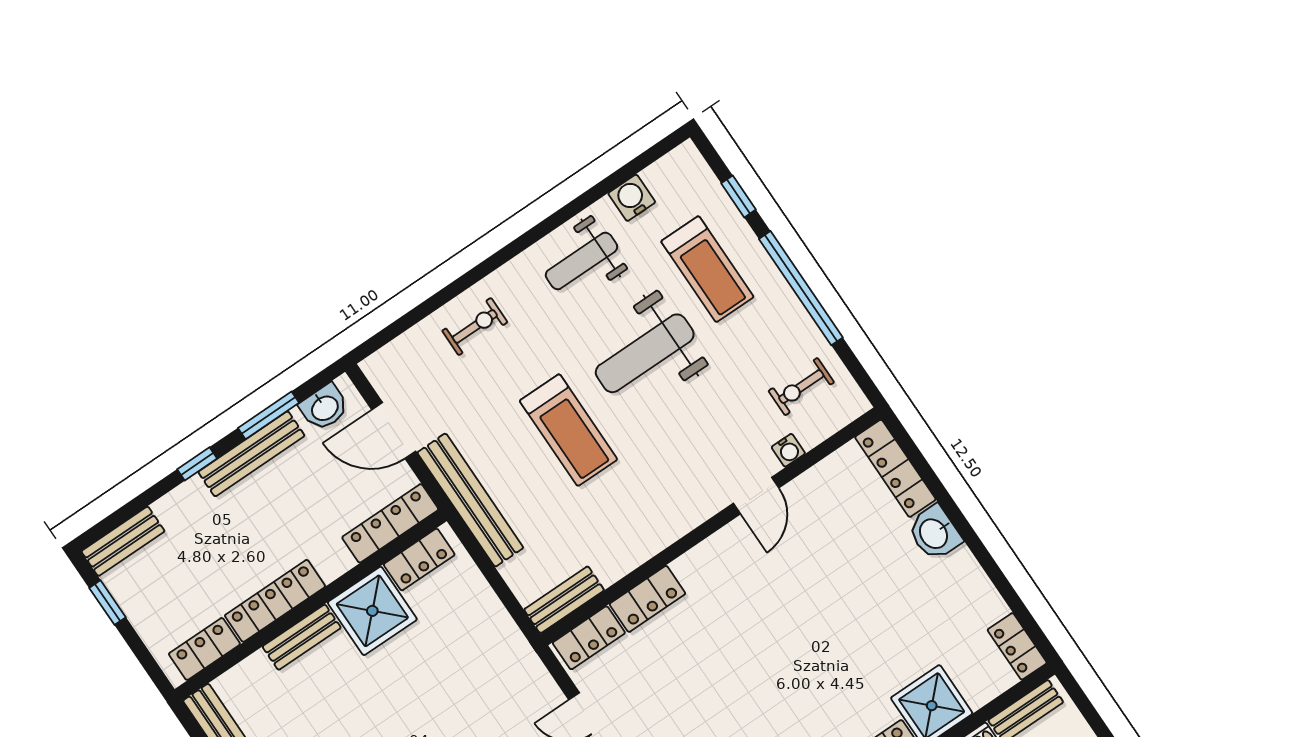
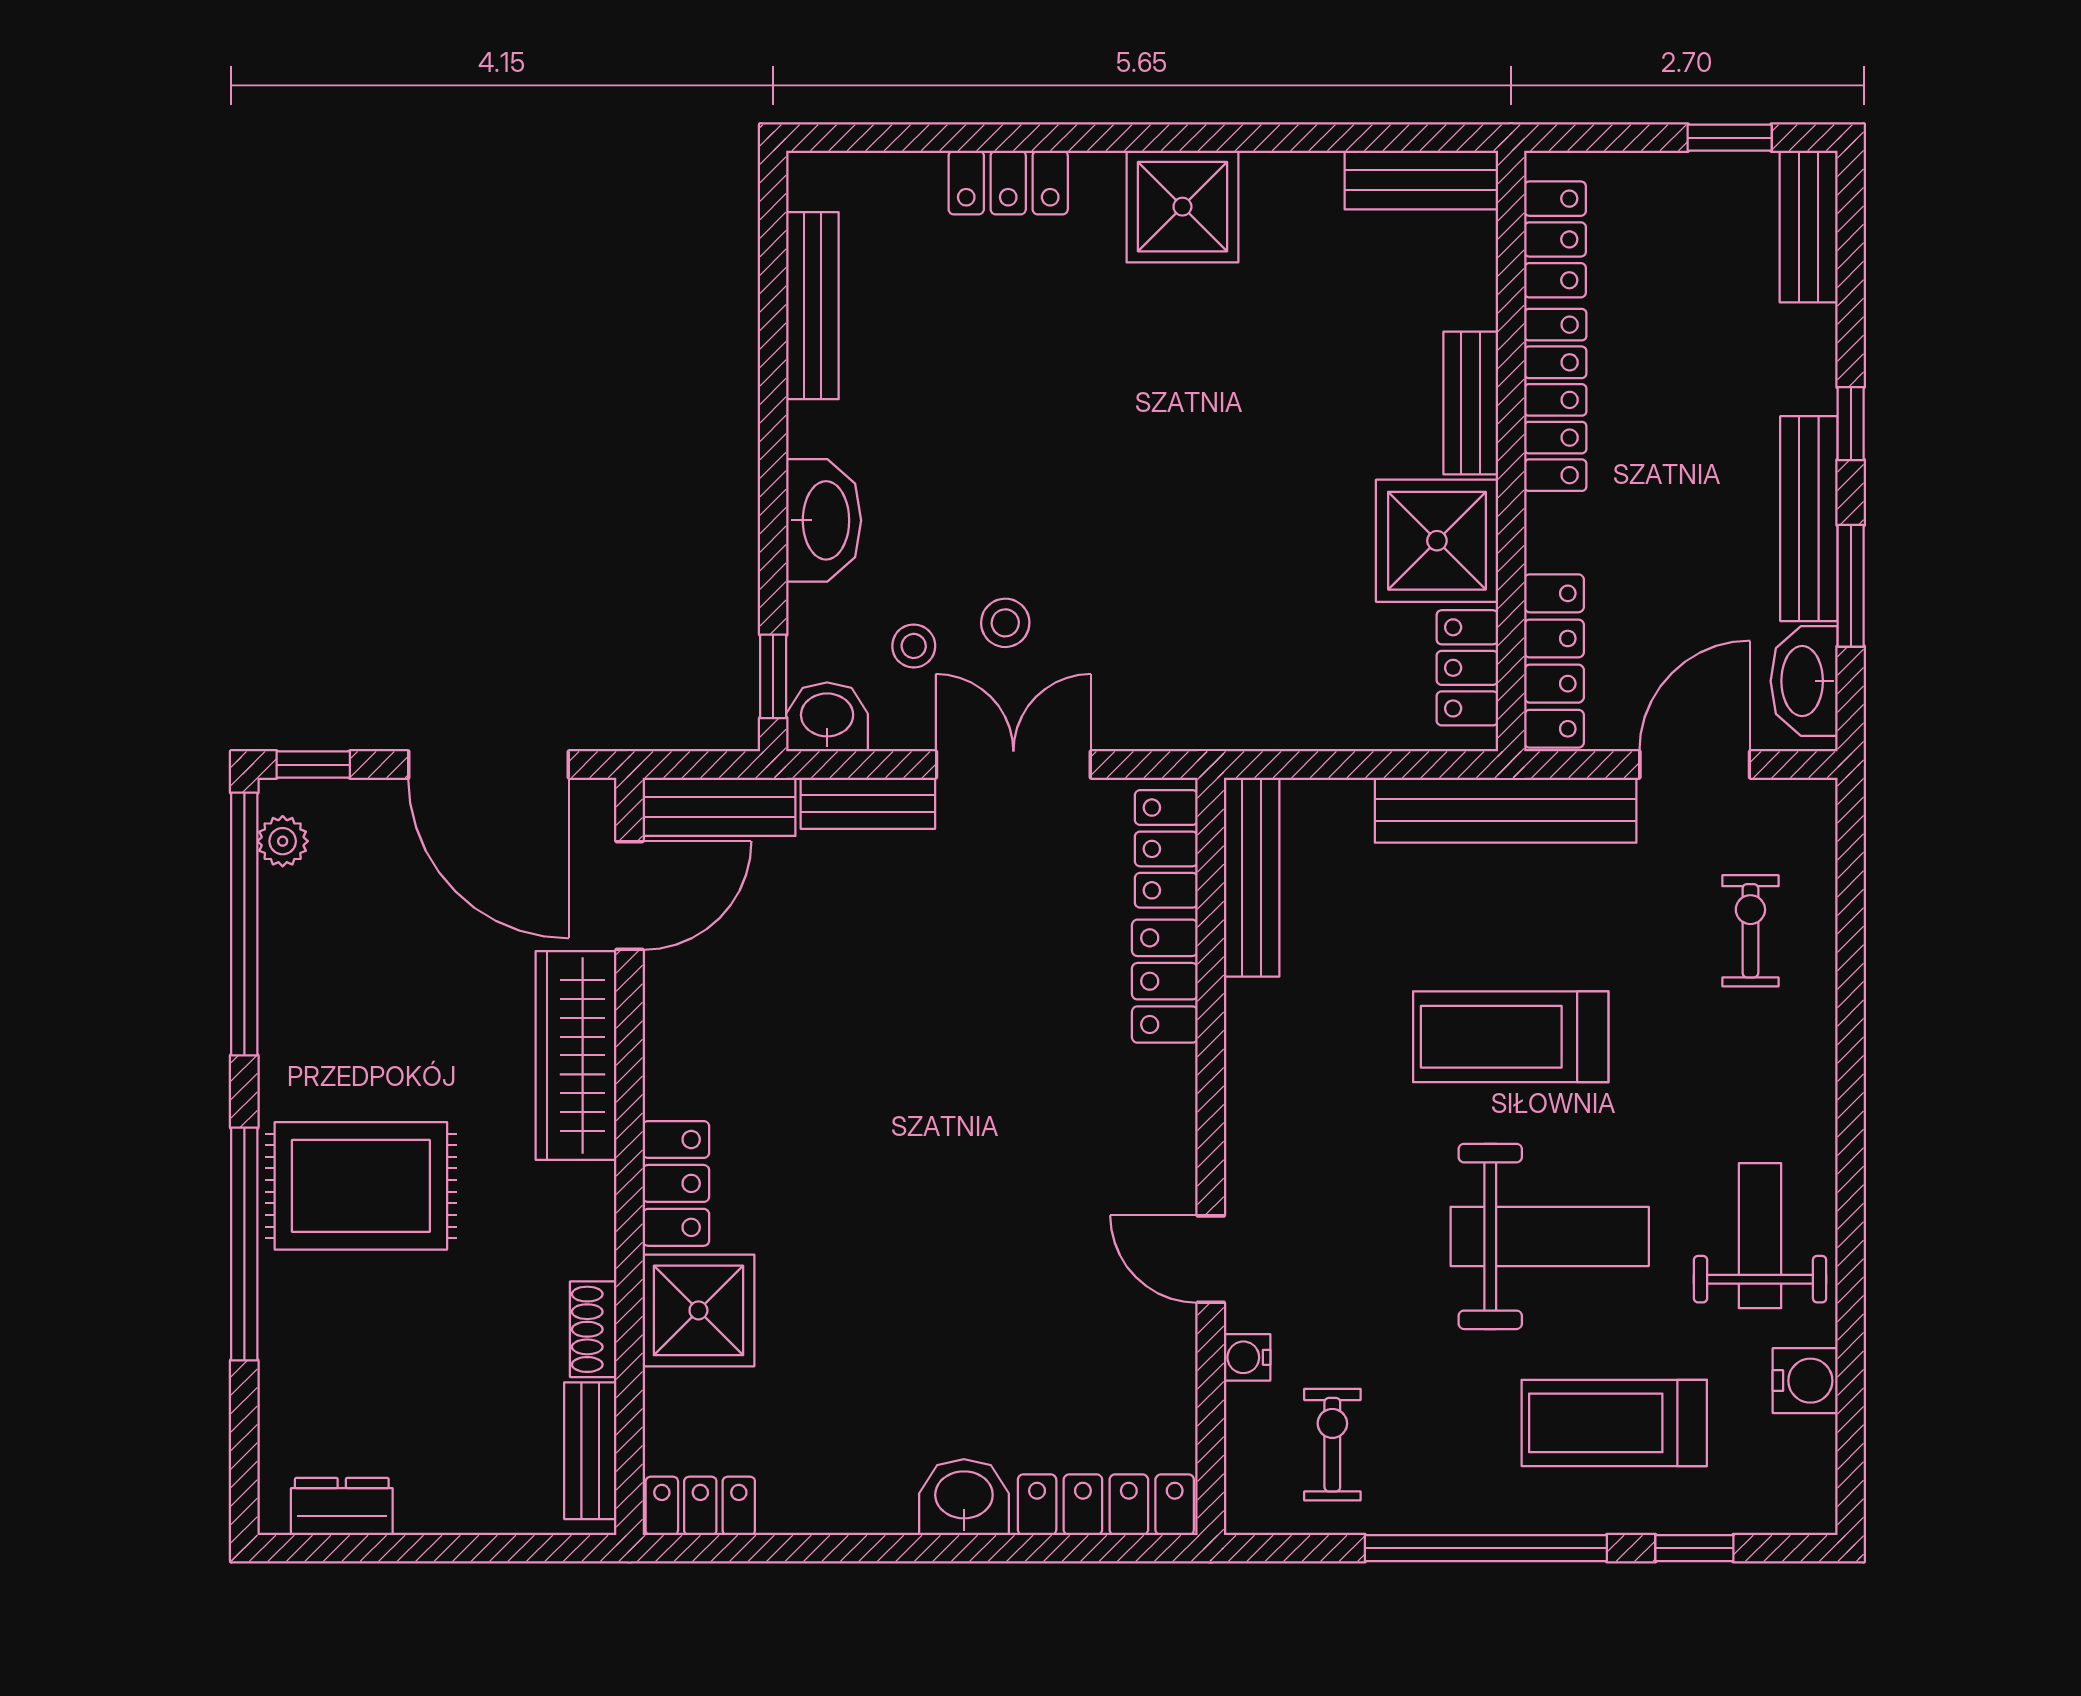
exercise bike: (475, 326) -> (1750, 931), moved, turned 180
weight bench: (645, 353) -> (1550, 1236), turned 90
washbasin: (324, 407) -> (1804, 681), width x1.38
bench: (564, 600) -> (1252, 877), width x1.36

